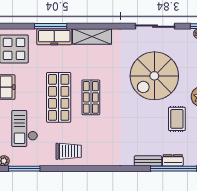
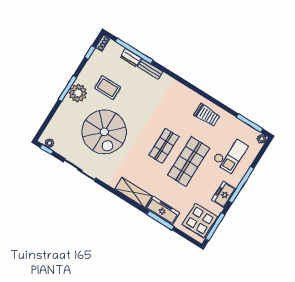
spiral stairs: (154, 76) -> (104, 132), turned 90
rug: (177, 119) -> (108, 88), turned 90
trolley: (69, 151) -> (207, 115), turned 180

